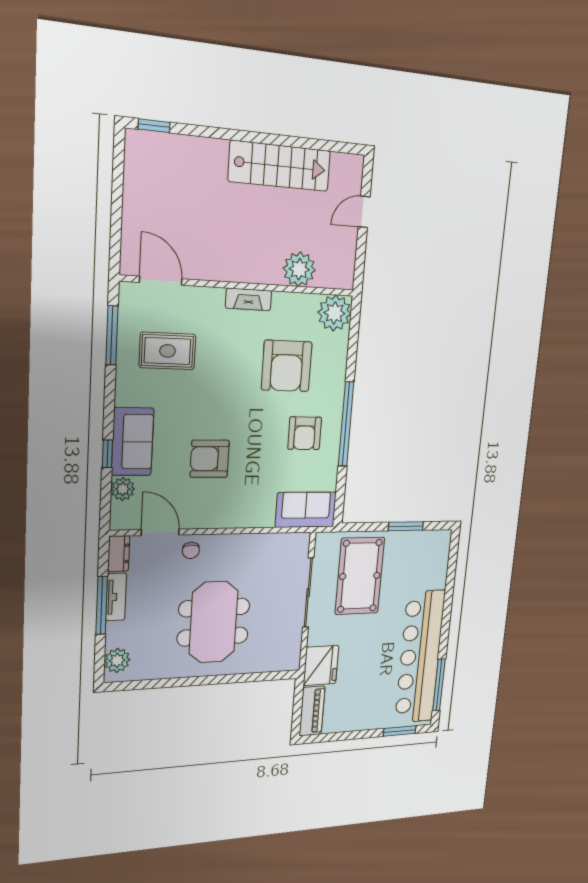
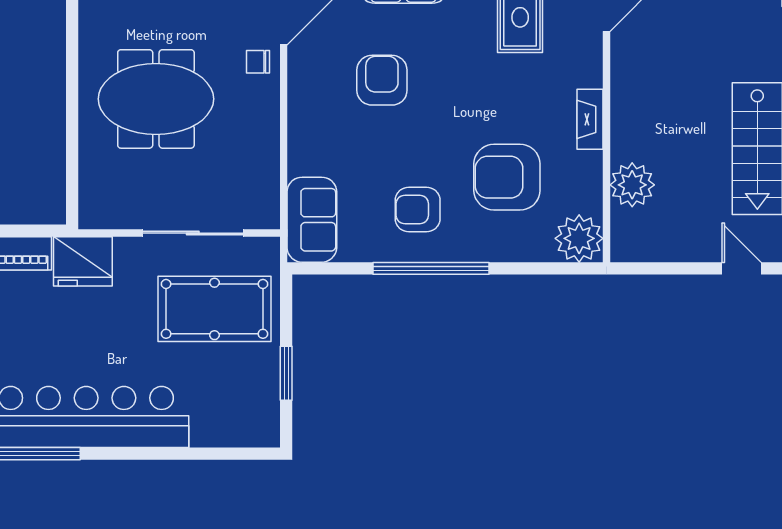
door: (364, 212) -> (741, 268), moved

